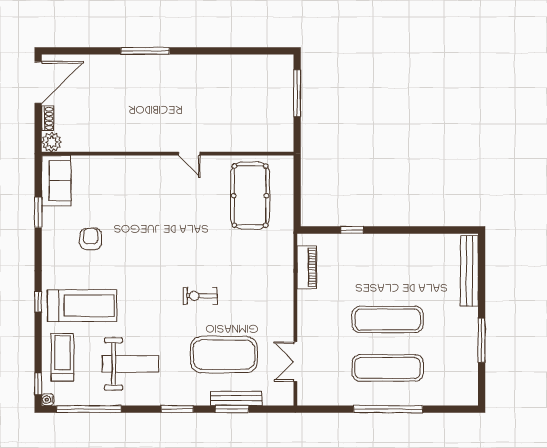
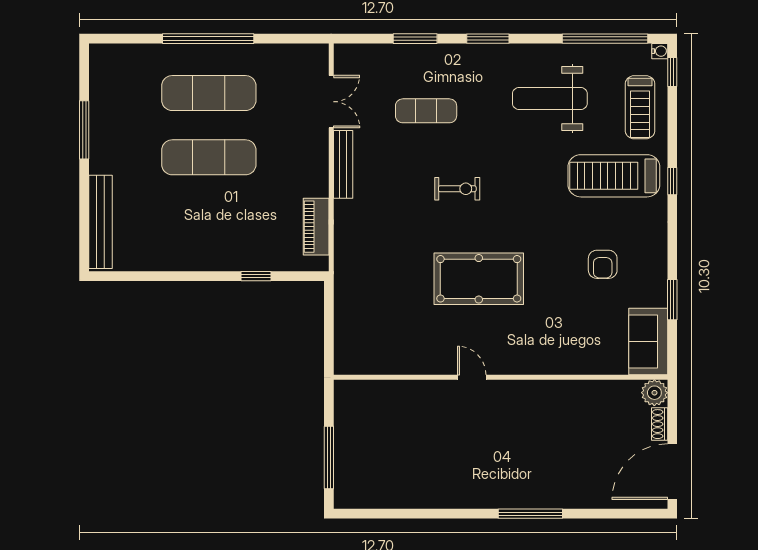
pool table: (250, 196) -> (479, 279), moved, turned 90
exercise mat: (224, 355) -> (426, 111), width x0.50, depth x0.69
bench: (236, 398) -> (343, 164), moved, turned 90

